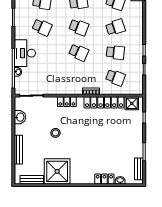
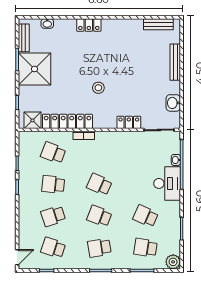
locker: (67, 102) -> (129, 122), moved
stool: (55, 133) -> (98, 88), moved
shower: (57, 171) -> (34, 69), moved
locker: (104, 179) -> (89, 25), moved

